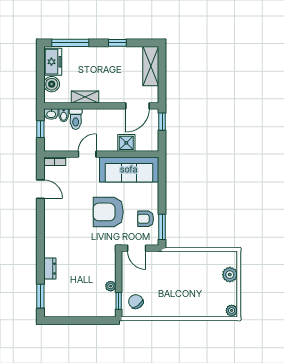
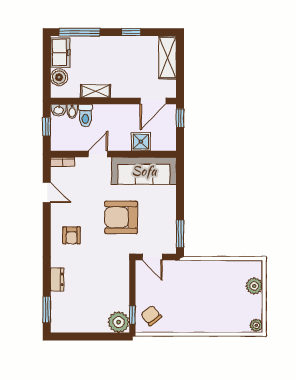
armchair: (146, 219) -> (72, 235), moved, turned -90
plant: (111, 286) -> (119, 322), moved, width x1.88, depth x1.88

